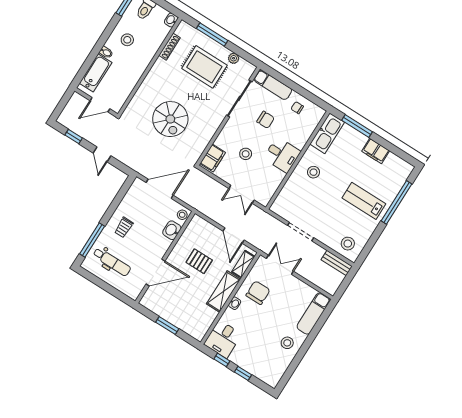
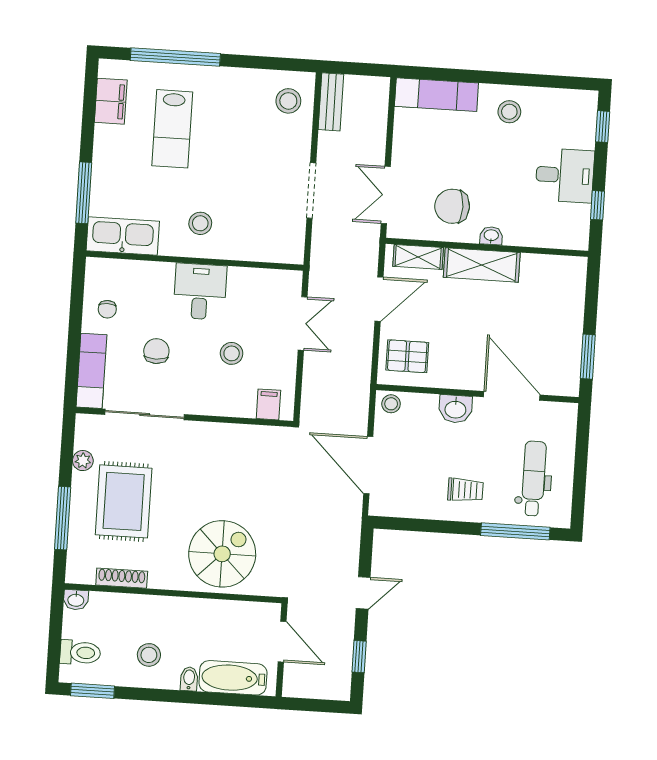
spiral stairs: (170, 119) -> (222, 554), moved
filing cabinet: (376, 151) -> (111, 101), moved
filing cabinet: (213, 158) -> (268, 404), width x0.50
lab bench: (364, 201) -> (172, 129), moved
washbasin: (172, 230) -> (455, 409), moved
pallet: (199, 261) -> (407, 356), moved, turned 90
window: (167, 325) -> (588, 357), moved
desk: (223, 339) -> (565, 175), moved
window: (243, 373) -> (603, 127), moved

